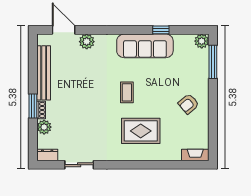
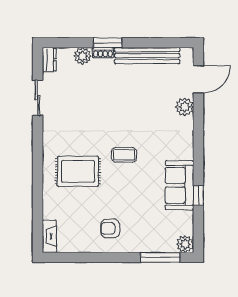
sofa: (145, 46) -> (179, 185), width x0.73
armchair: (189, 104) -> (110, 228), turned -50
rug: (141, 131) -> (78, 171), turned 90

